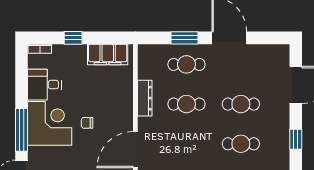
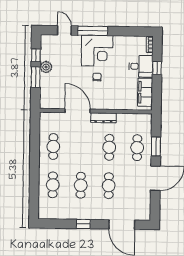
desk: (44, 85) -> (141, 66), moved, turned 90
dresser: (145, 98) -> (104, 118), moved

